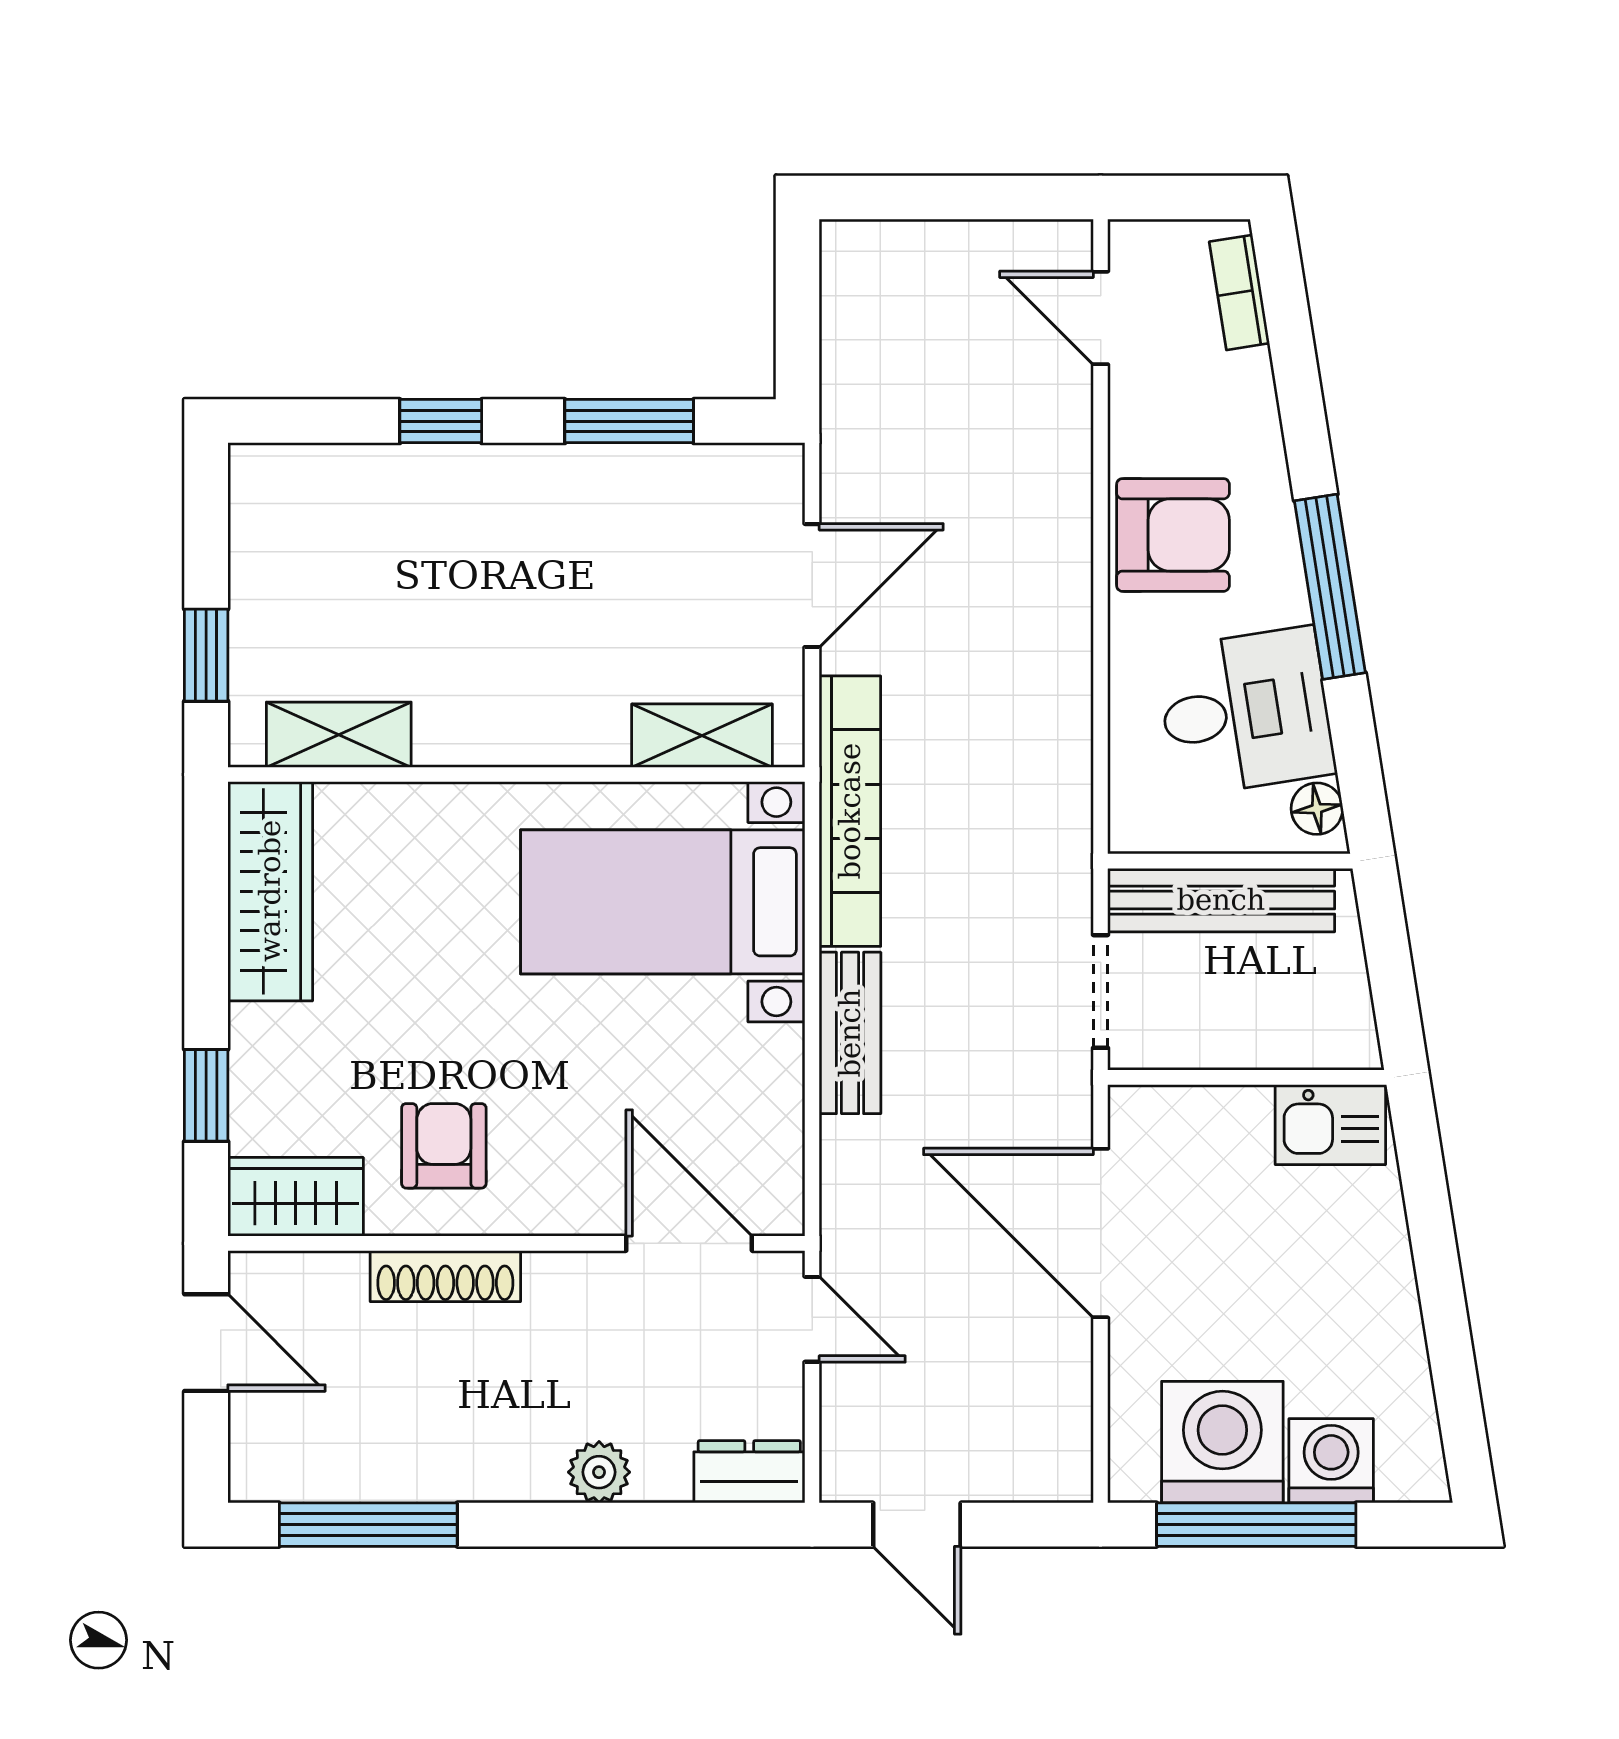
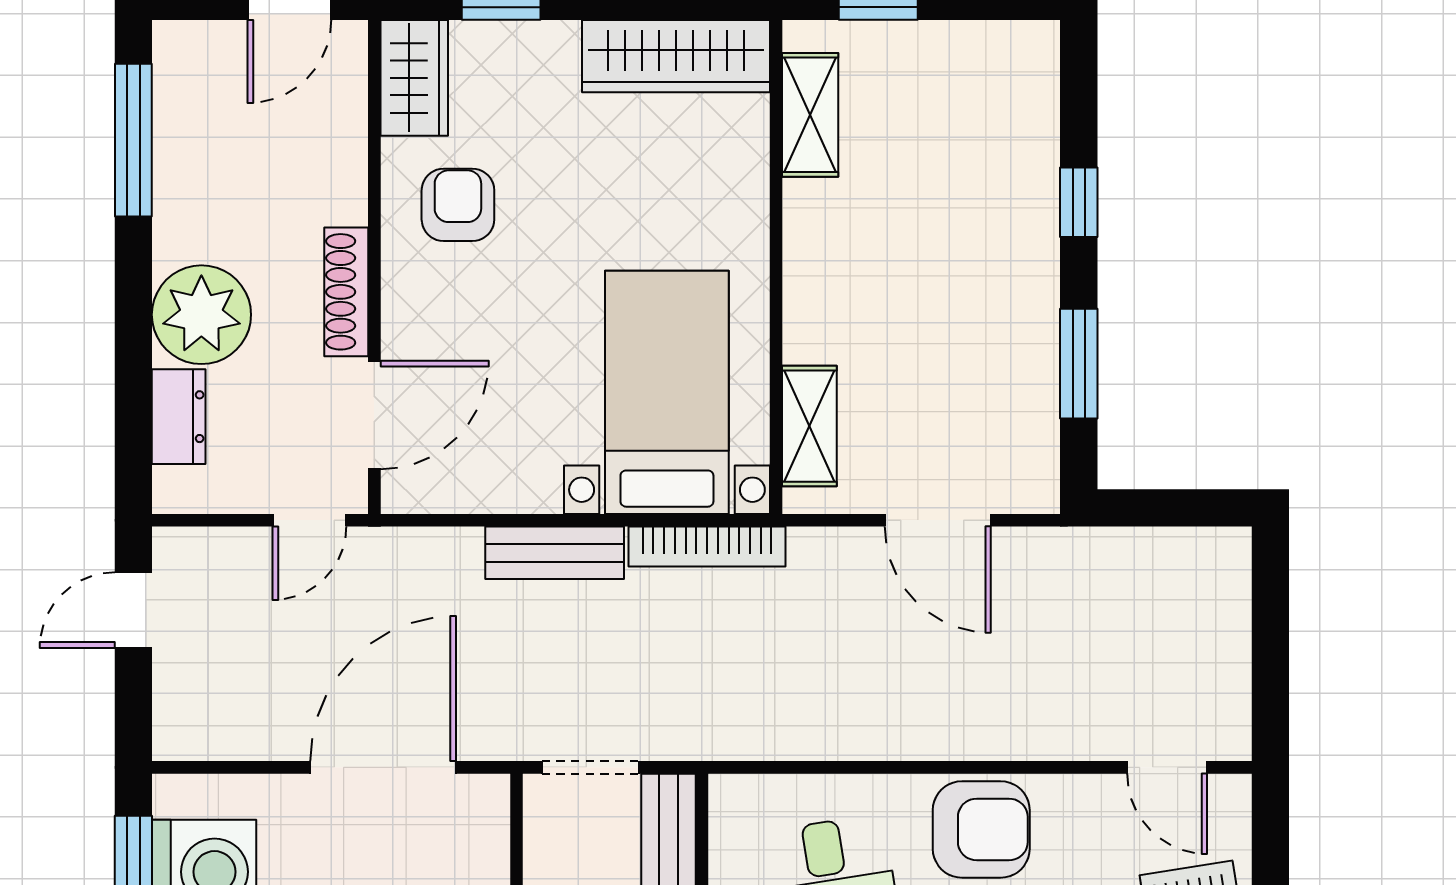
door: (1101, 318) -> (1167, 767), swing flipped
armchair: (1173, 535) -> (981, 829), turned -90
bookcase: (850, 811) -> (707, 546), width x0.68, depth x0.76
armchair: (444, 1146) -> (458, 205), turned -90
shoe rack: (445, 1276) -> (346, 292), moved
plant: (599, 1472) -> (201, 315), width x1.88, depth x1.88
dresser: (749, 1472) -> (179, 417), moved

